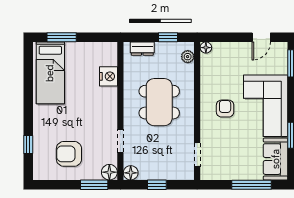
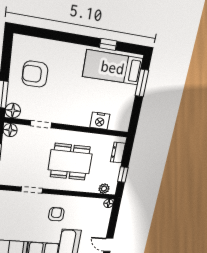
armchair: (225, 109) -> (56, 214), turned -90
window: (28, 144) -> (108, 44), moved
armchair: (69, 154) -> (35, 74), turned -90
doorway: (197, 155) -> (32, 190), moved

